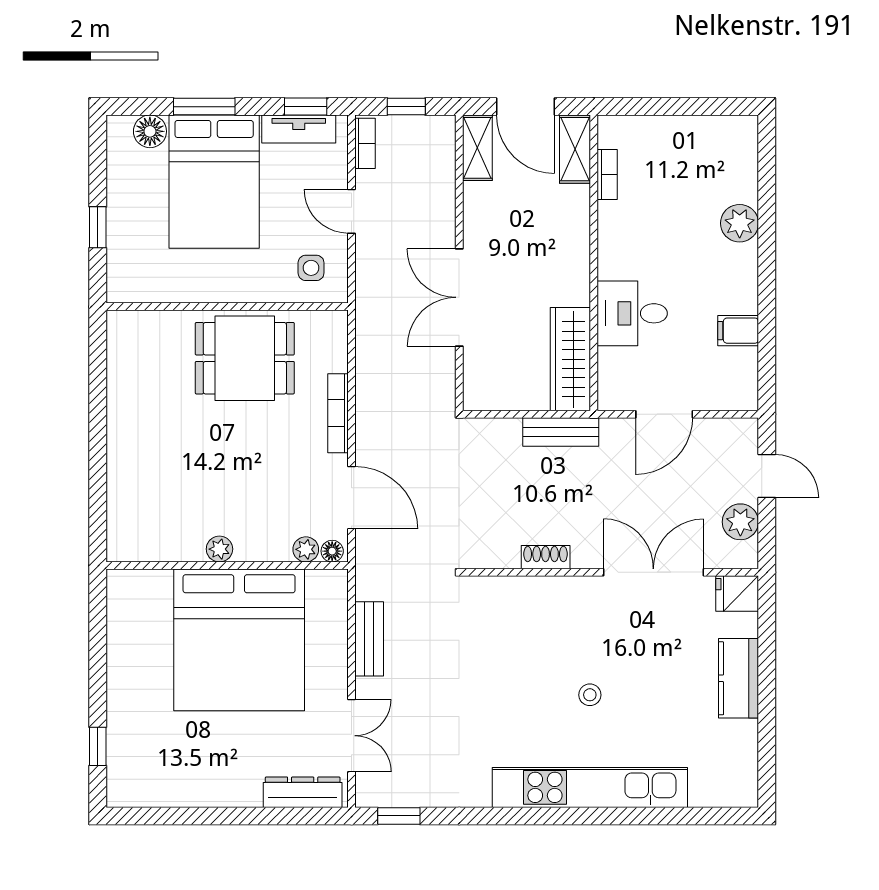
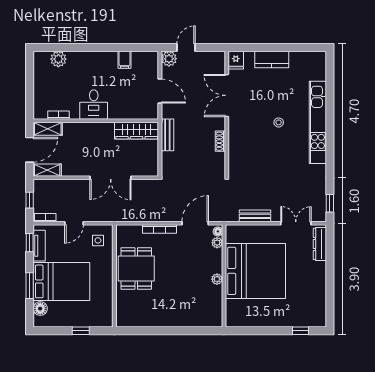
plant: (740, 223) -> (58, 59), moved
desk: (632, 313) -> (94, 105), moved
plant: (740, 522) -> (169, 59), moved

